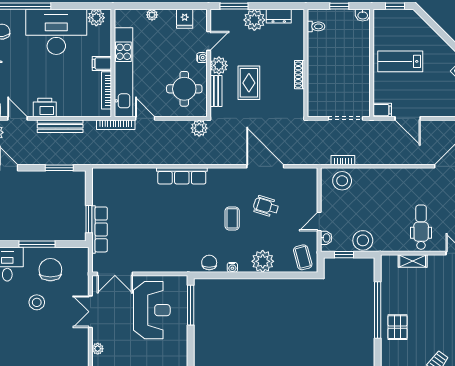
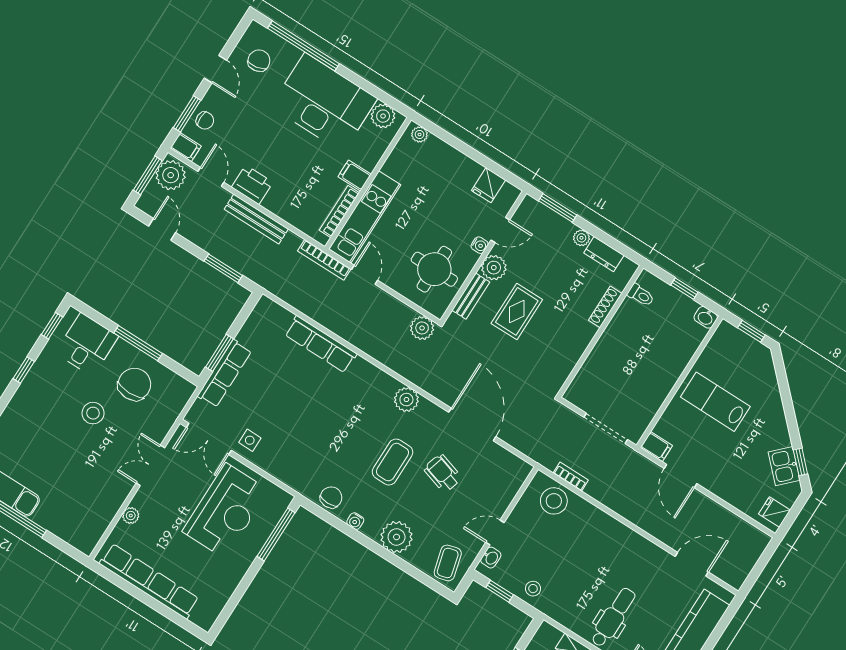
plant: (152, 15) -> (419, 134), moved
plant: (254, 20) -> (581, 238), width x0.53, depth x0.53
kitchen unit: (123, 72) -> (365, 217), width x0.73
shoe rack: (299, 75) -> (605, 307), moved
row of seats: (182, 176) -> (321, 344), moved
plant: (217, 176) -> (406, 400), added
coffee table: (232, 218) -> (393, 462), width x1.36, depth x1.30
stool: (363, 240) -> (533, 589), width x0.53, depth x0.53
side table: (140, 259) -> (250, 440), added

